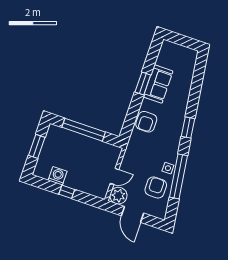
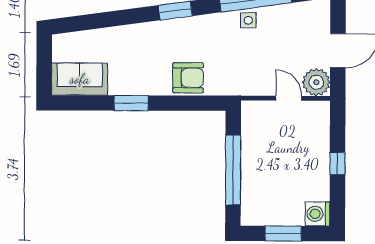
sofa: (158, 84) -> (80, 79), moved
washing machine: (58, 176) -> (317, 214), moved
armchair: (156, 187) -> (284, 29), removed

